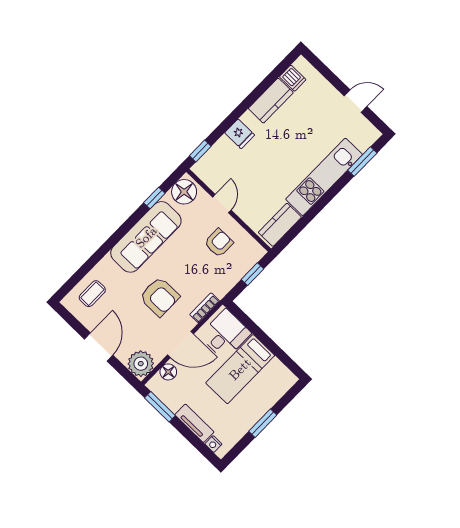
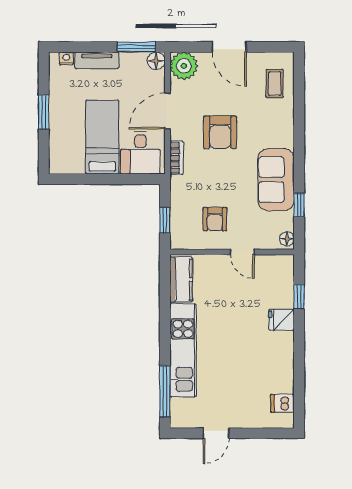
kitchen counter: (271, 101) -> (282, 369), removed
window: (200, 151) -> (299, 297), moved
window: (362, 162) -> (165, 391), width x1.44
floor lamp: (184, 192) -> (287, 239), width x0.53, depth x0.53
sofa: (146, 237) -> (276, 180), width x0.73
armchair: (159, 297) -> (220, 132), turned -90
floor lamp: (168, 372) -> (156, 61), moved

